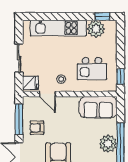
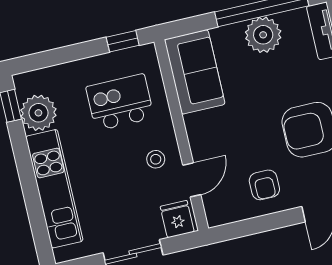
kitchen island: (92, 68) -> (120, 102), turned -90
window: (19, 119) -> (256, 225), removed

